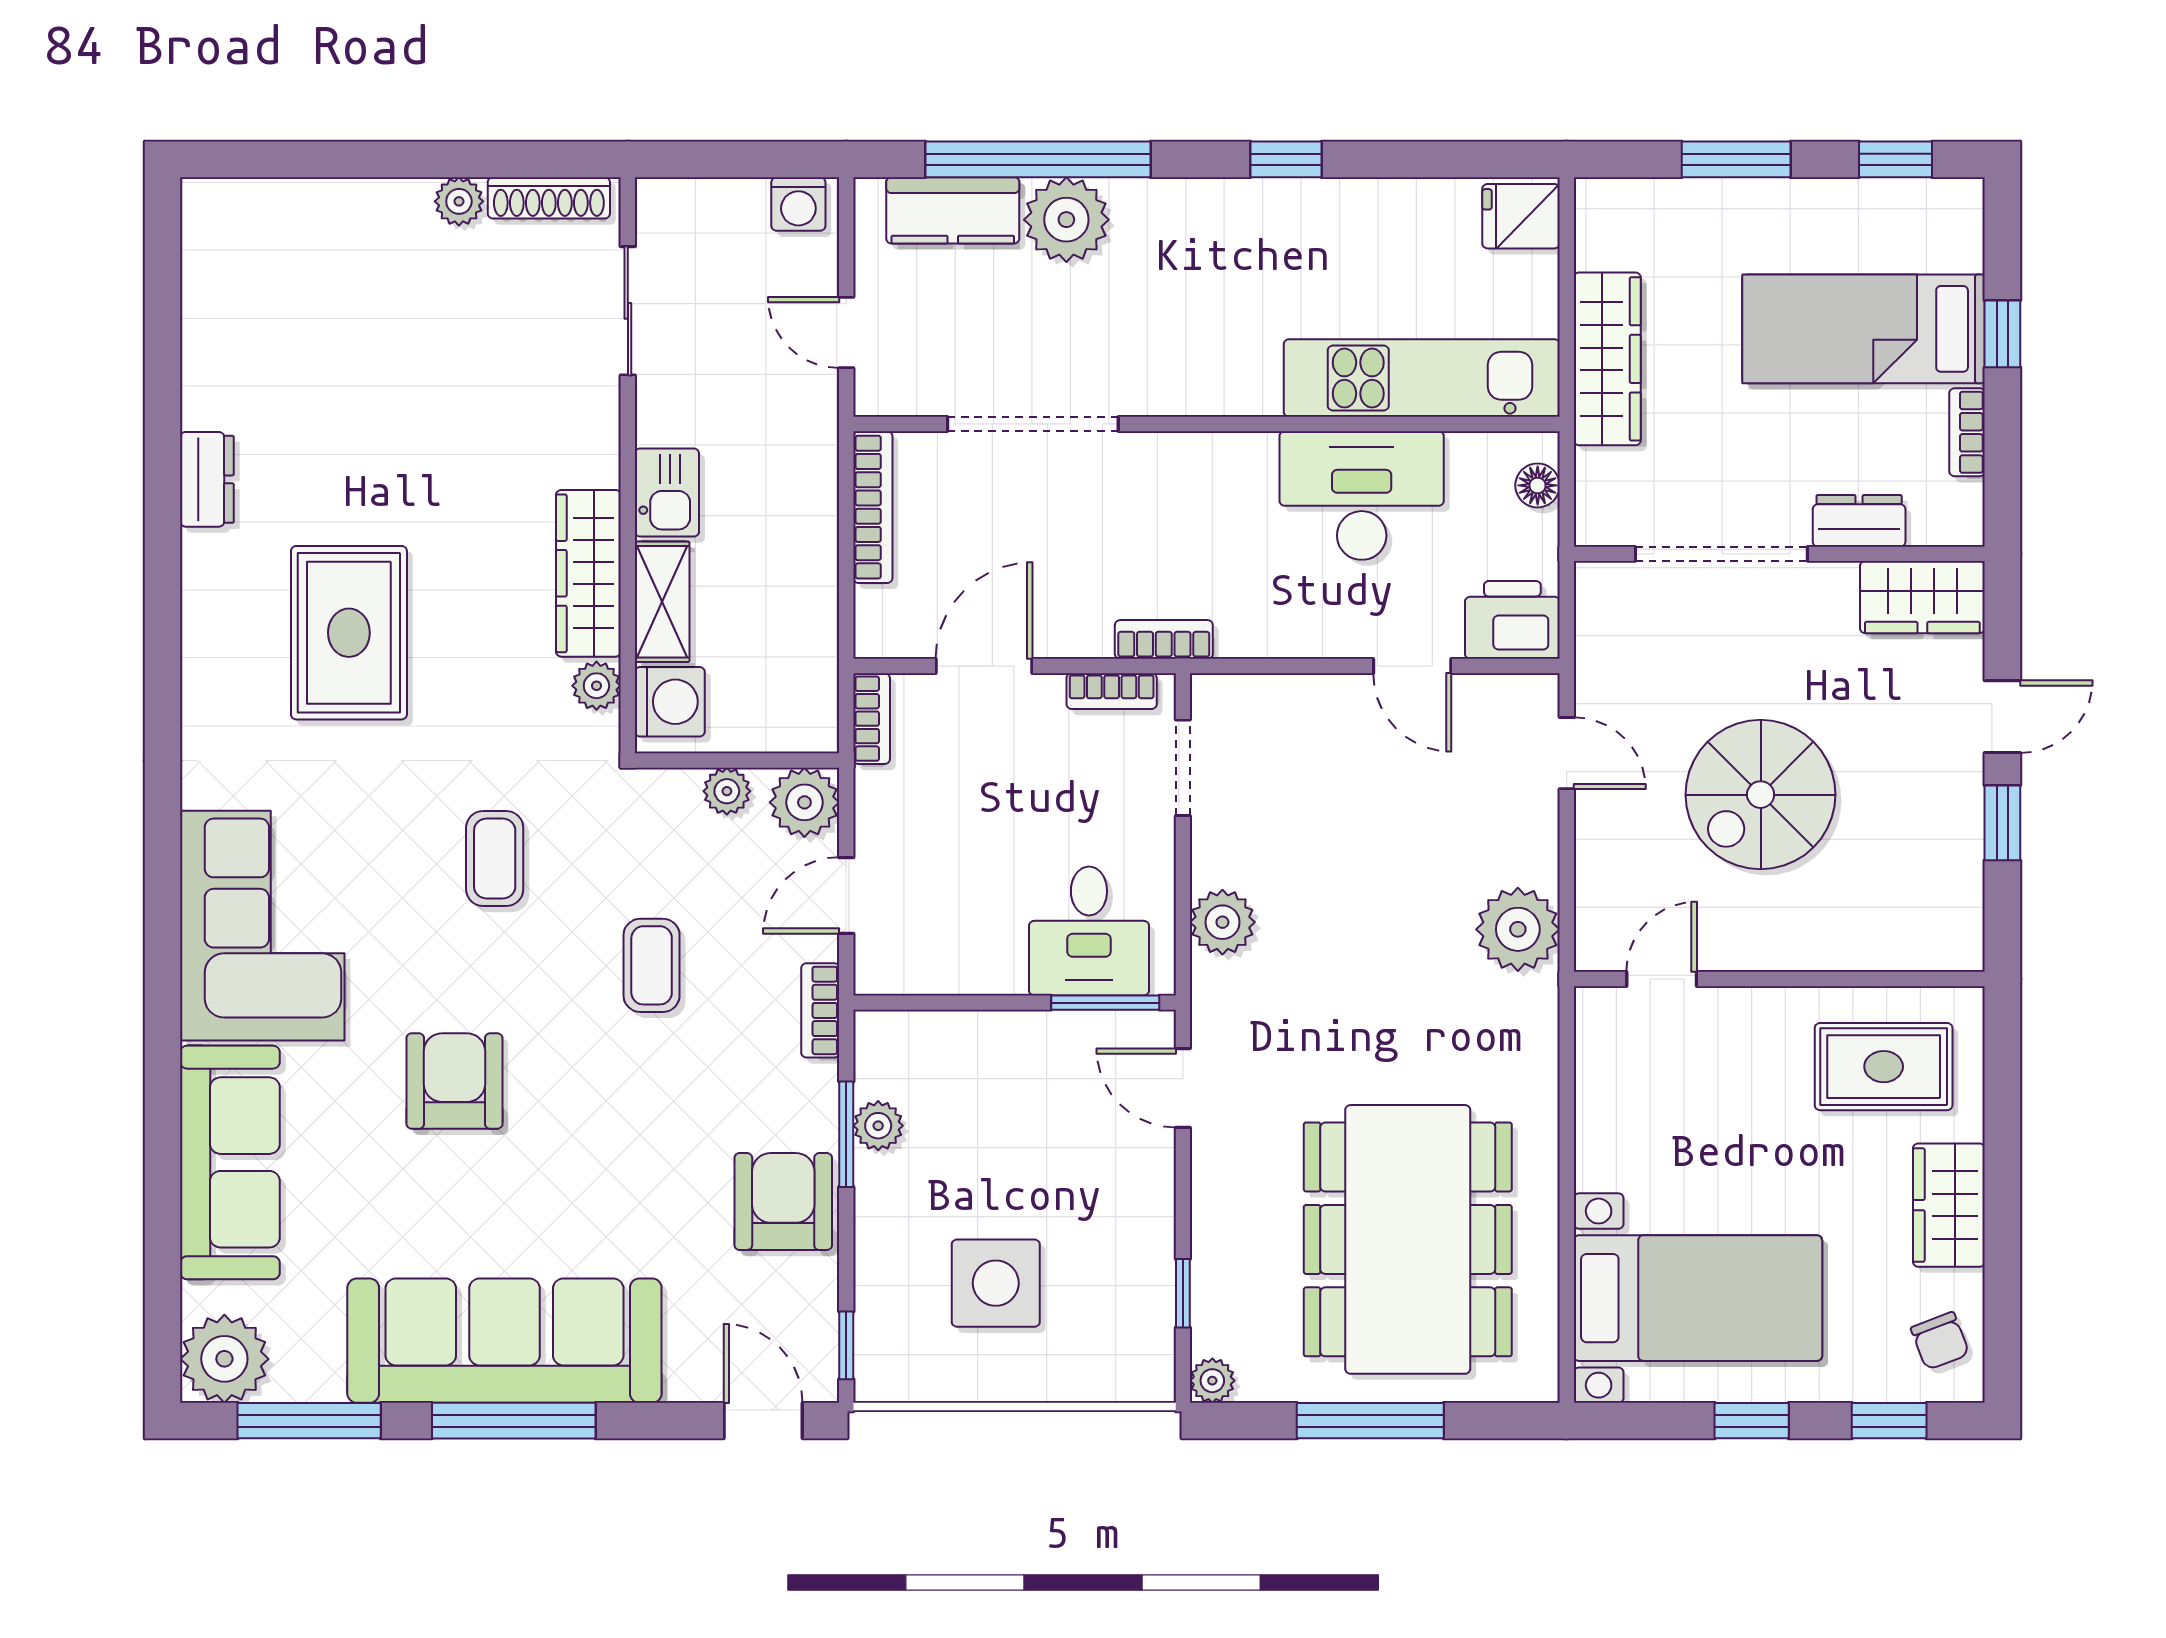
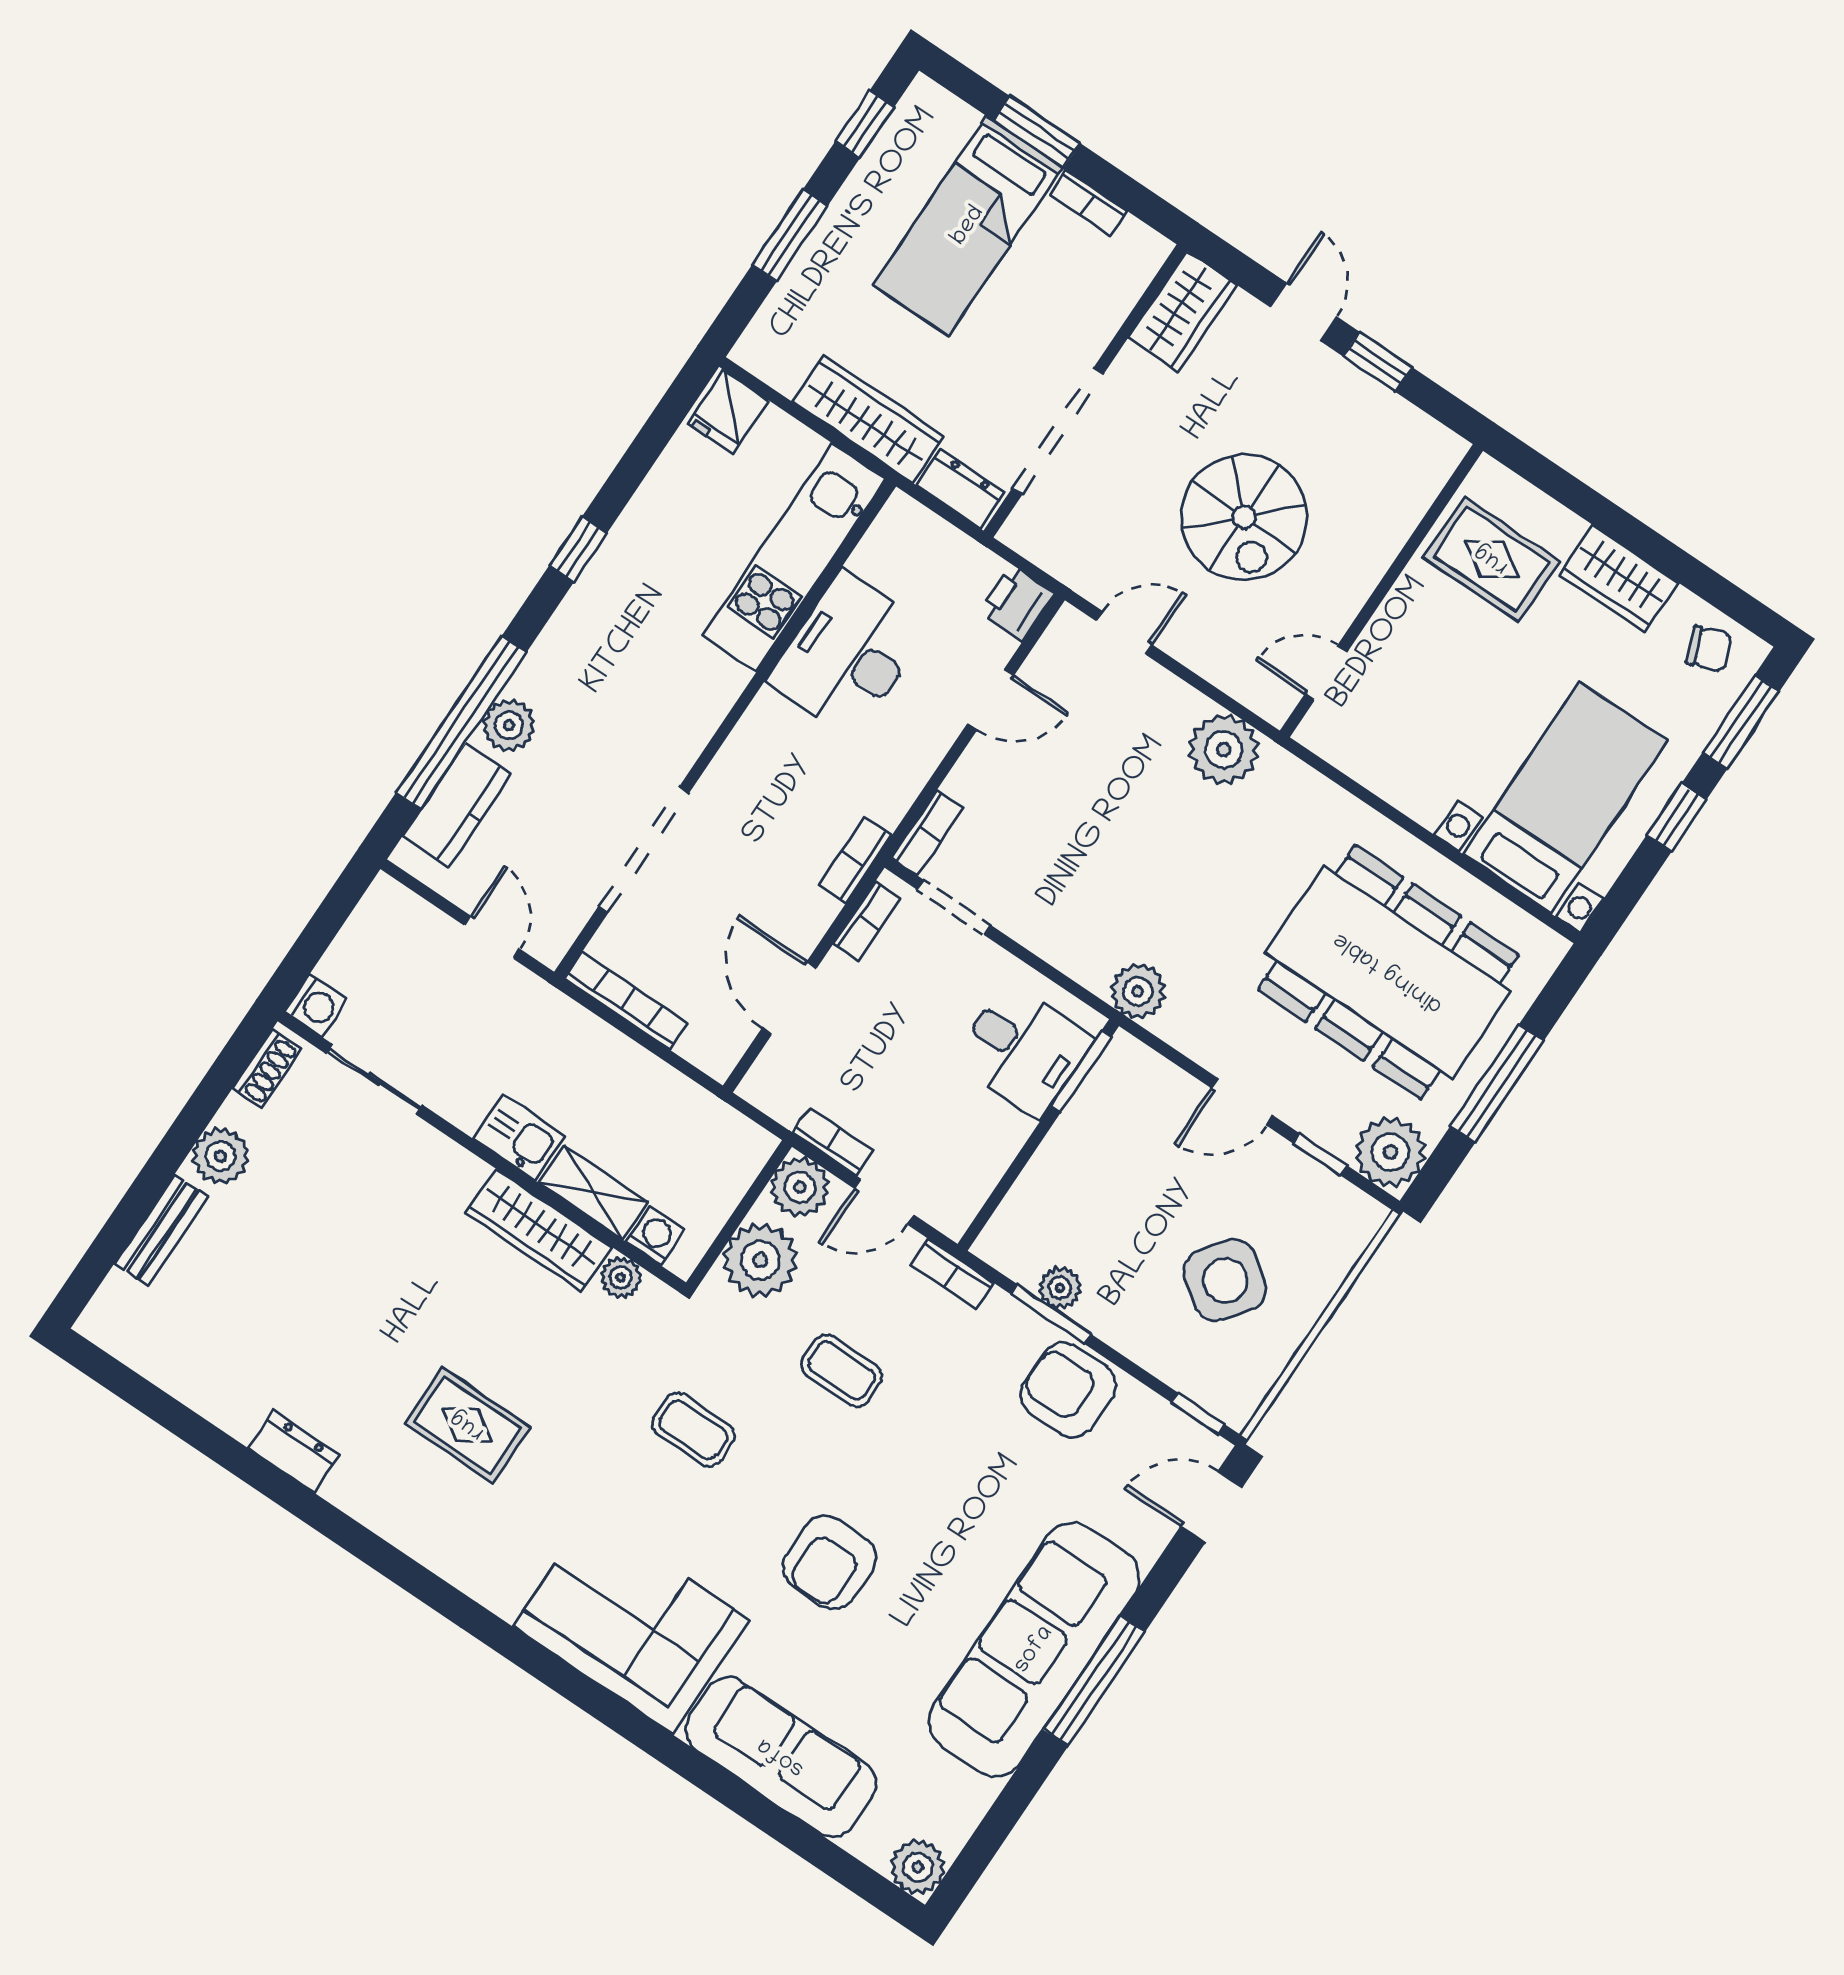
shoe rack: (549, 198) -> (267, 1068), width x0.70
bench: (338, 201) -> (161, 1230), added
plant: (459, 201) -> (220, 1156), width x1.38, depth x1.38
washing machine: (798, 204) -> (316, 1005), moved
plant: (1066, 220) -> (509, 725), width x0.73, depth x0.73
door: (846, 333) -> (492, 937), swing flipped
window: (2002, 334) -> (1037, 132), width x1.50
floor lamp: (1538, 485) -> (924, 527), removed
dresser: (1859, 521) -> (960, 489), moved, turned 90
printer: (1512, 620) -> (1017, 603), width x0.73, depth x0.81
rug: (349, 633) -> (467, 1425), width x0.73, depth x0.70
bookcase: (1238, 692) -> (927, 833), added
washing machine: (670, 702) -> (655, 1236), width x0.73, depth x0.73
bookcase: (872, 719) -> (833, 1141), moved
plant: (727, 791) -> (760, 1260), width x1.87, depth x1.87
door: (846, 895) -> (884, 1202), hinge flipped
plant: (1222, 922) -> (1138, 991), moved
door: (1662, 979) -> (1326, 673), hinge flipped
rug: (1884, 1067) -> (1491, 559), turned 90
armchair: (454, 1081) -> (830, 1562), turned -90
door: (1183, 1088) -> (1242, 1102), moved
side table: (996, 1283) -> (1225, 1280), turned 36
plant: (224, 1359) -> (918, 1867), width x0.73, depth x0.73
plant: (1212, 1381) -> (1390, 1152), width x1.88, depth x1.88
window: (309, 1421) -> (998, 1823), removed
window: (1889, 1421) -> (1741, 722), width x1.50

